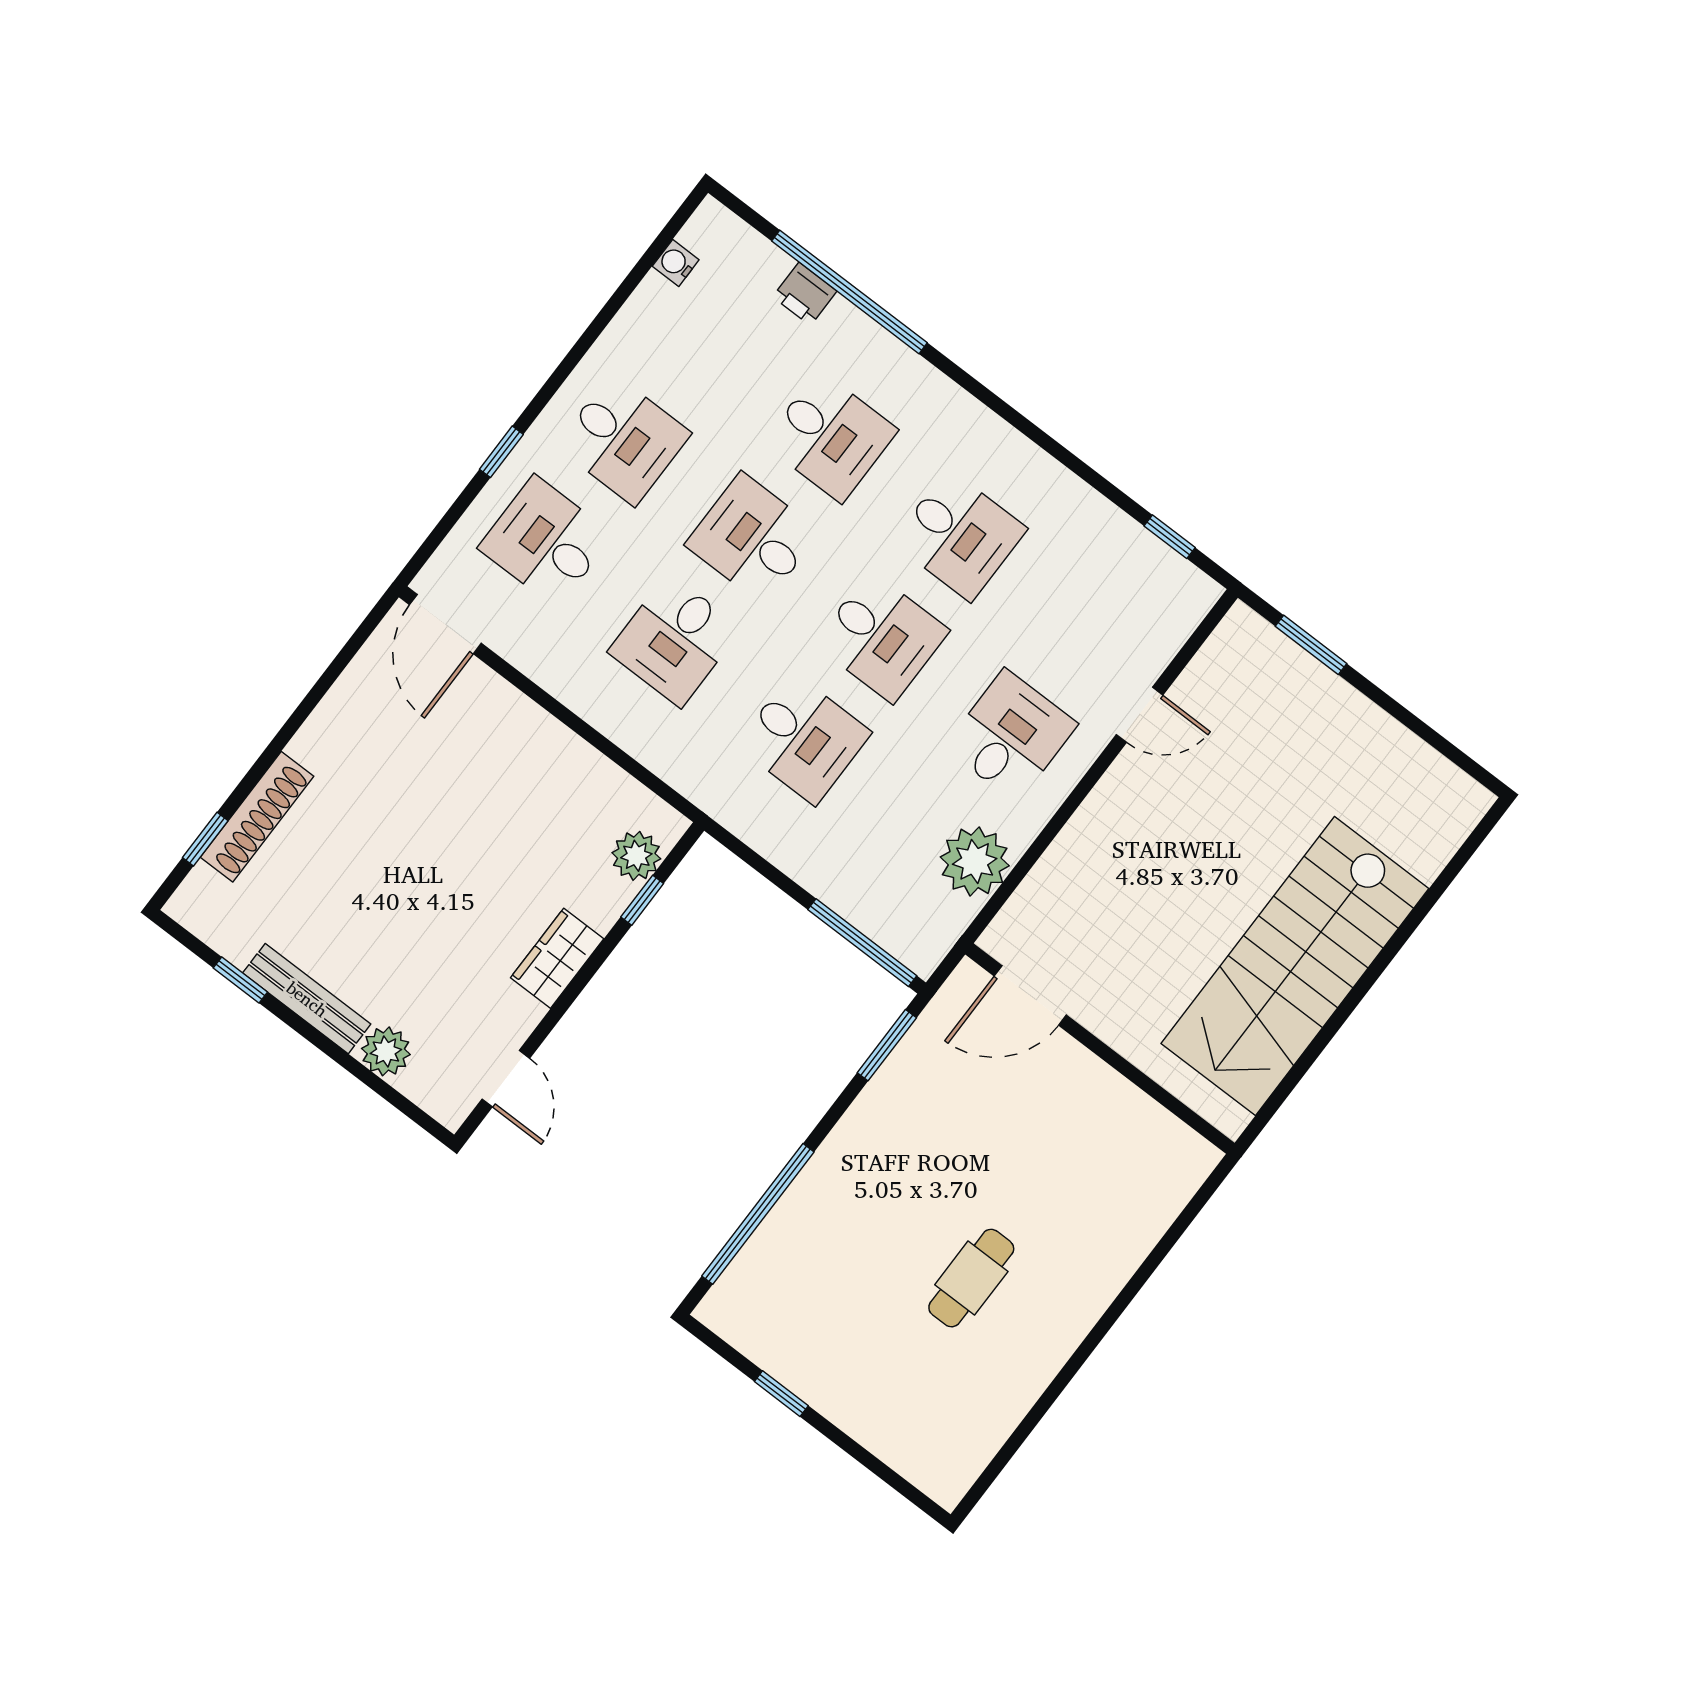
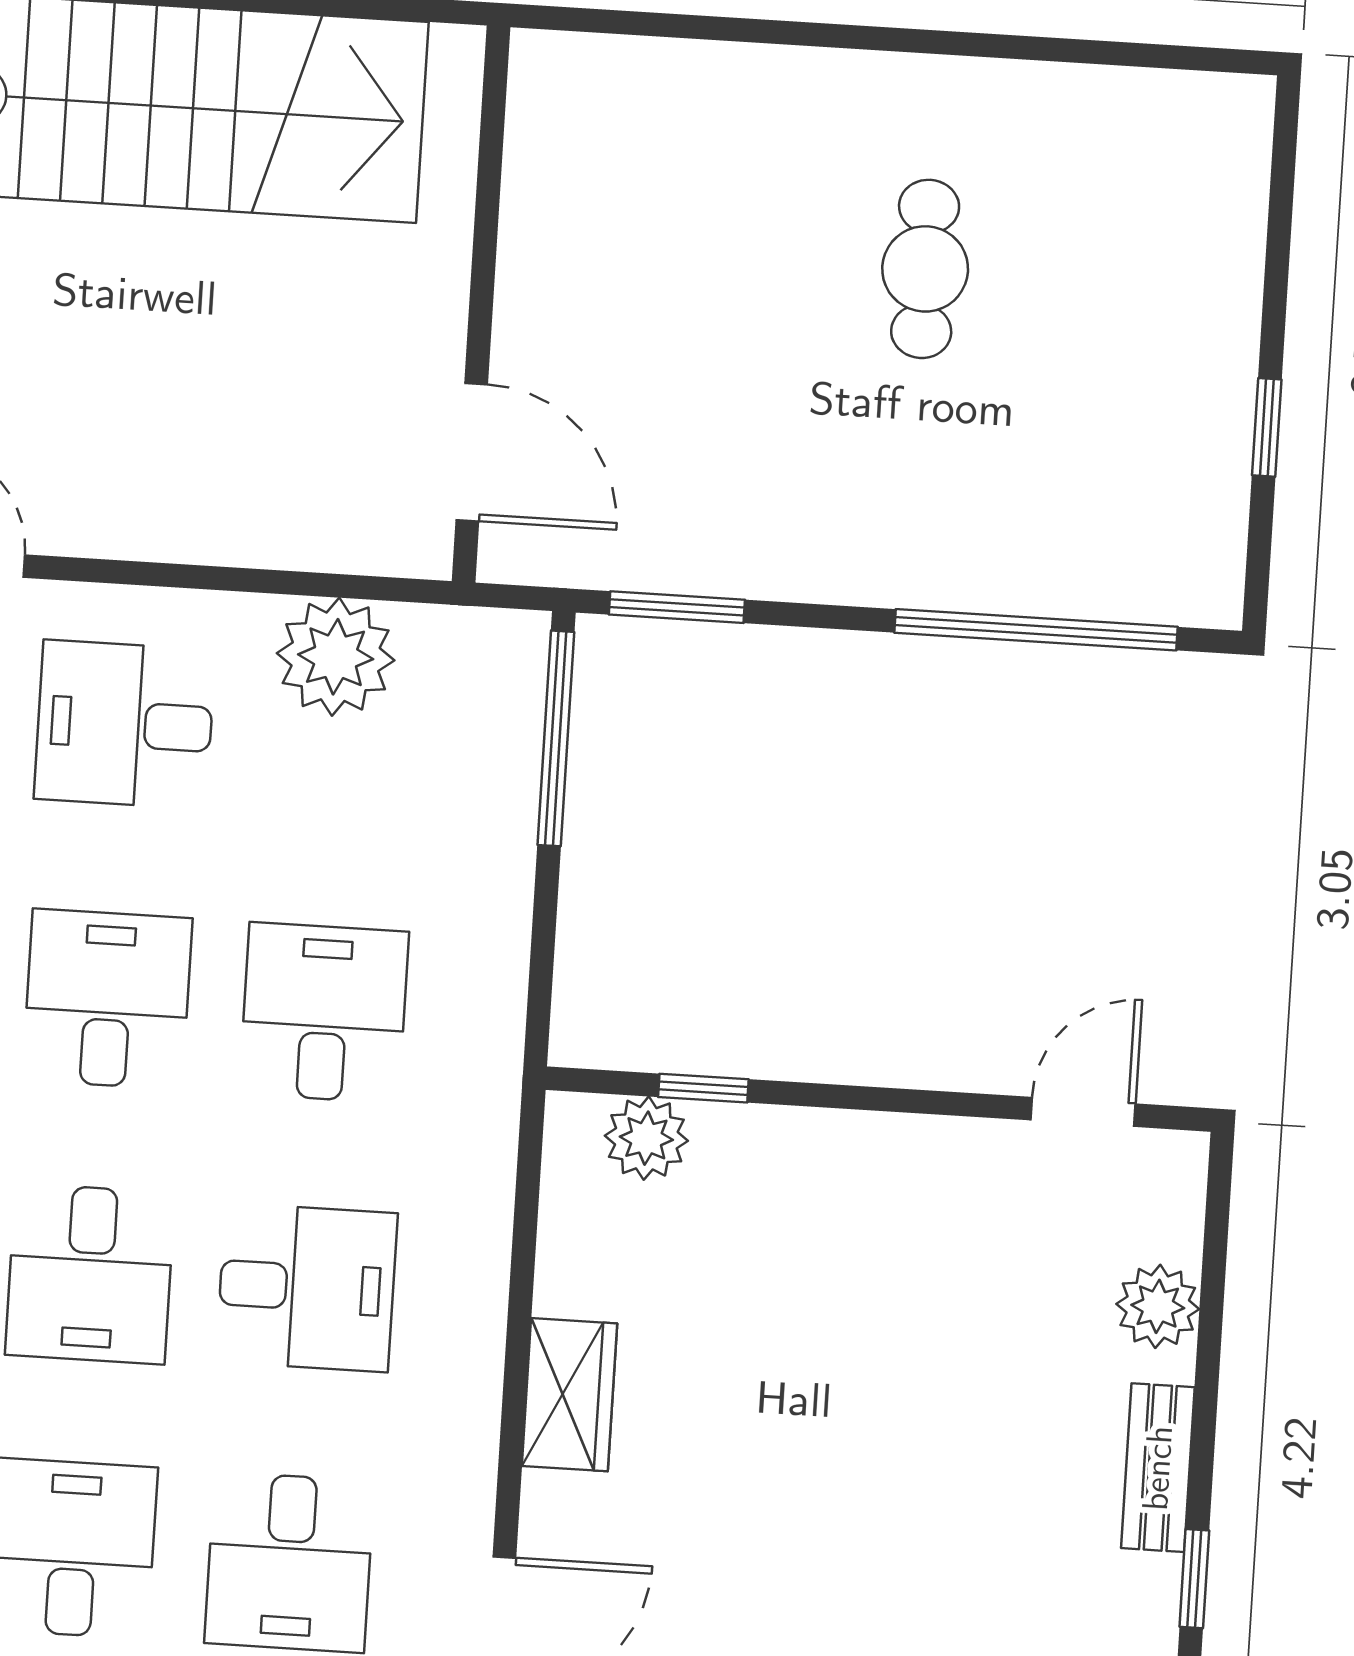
wardrobe: (557, 958) -> (569, 1395), moved, turned -90
bench: (307, 999) -> (1158, 1468), width x0.73
cafe table: (971, 1278) -> (925, 269), turned 90

